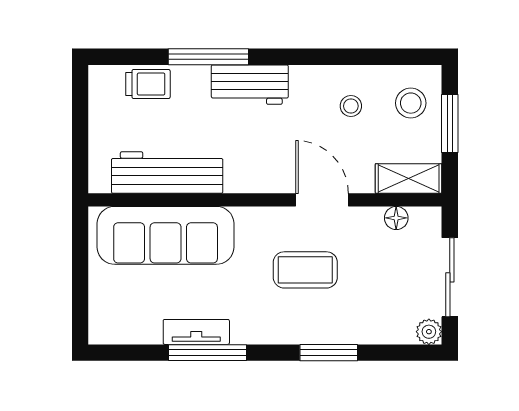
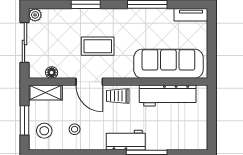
trolley: (148, 84) -> (118, 96), moved
tv unit: (196, 332) -> (191, 15), moved

